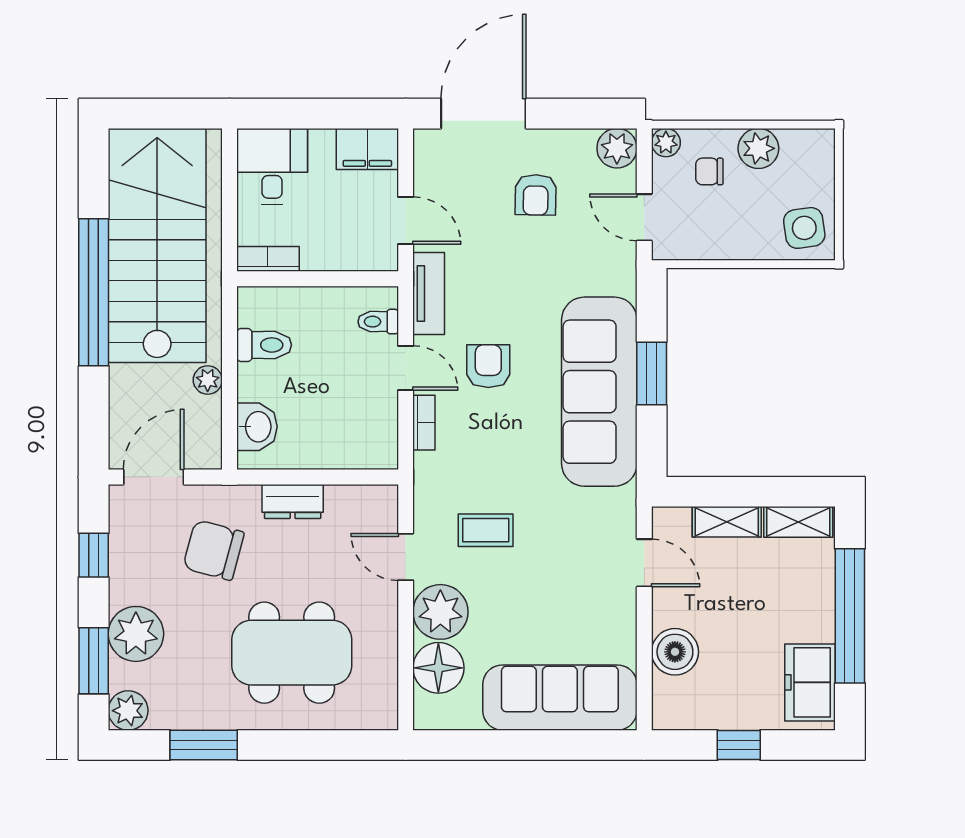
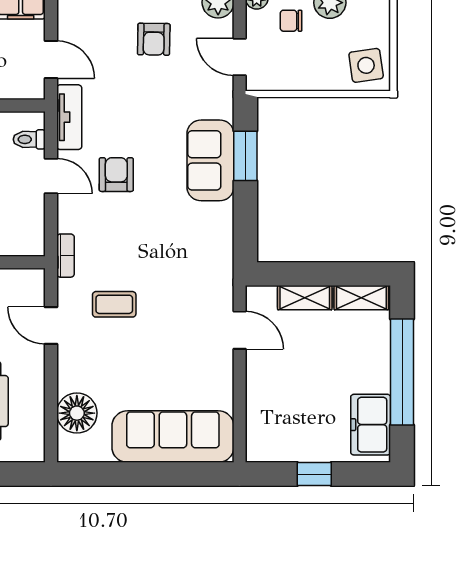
window: (652, 374) -> (245, 156), moved
sofa: (599, 392) -> (210, 160), width x0.54, depth x0.79
bookcase: (424, 423) -> (65, 256), moved
plant: (440, 612) -> (78, 369), removed
boiler: (675, 652) -> (264, 400), removed

